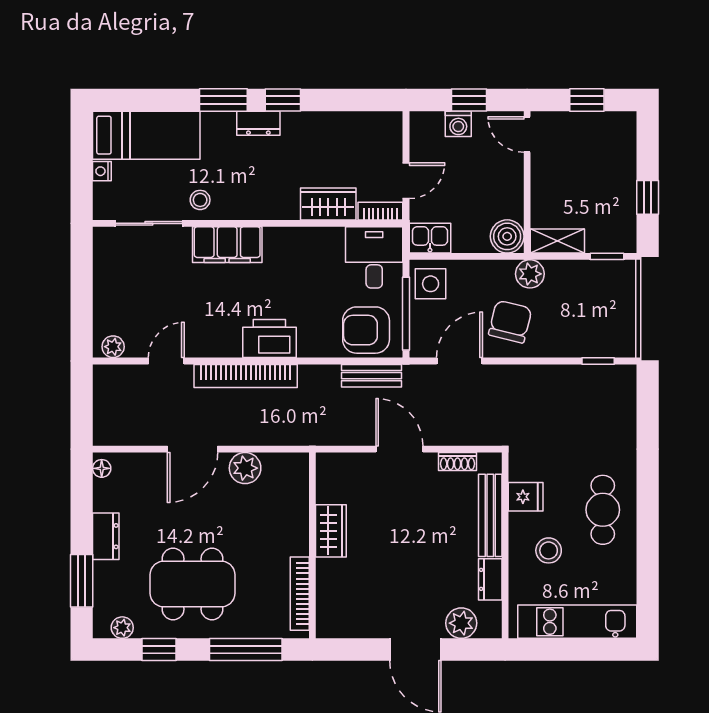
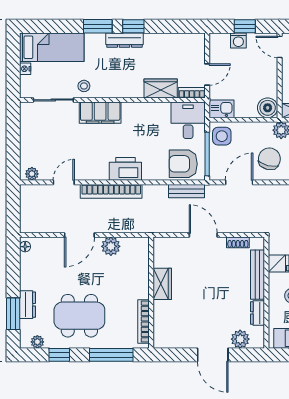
dresser: (258, 123) -> (124, 40), width x1.44
dresser: (106, 536) -> (28, 305), moved

